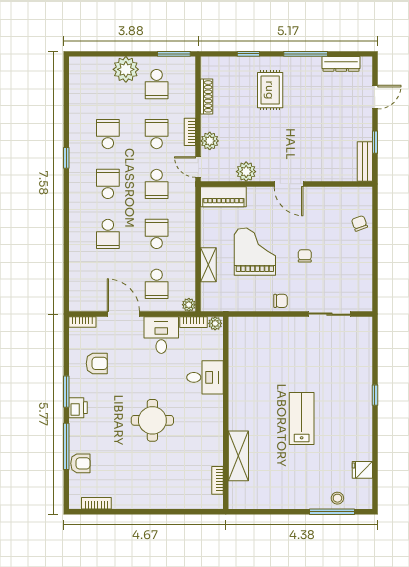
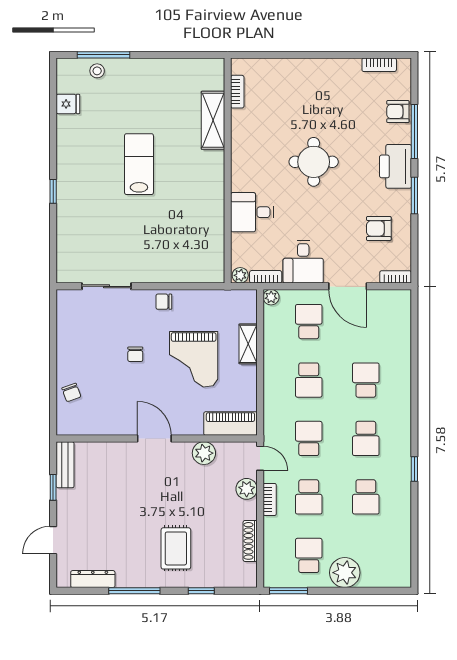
printer: (78, 408) -> (396, 166), width x1.87, depth x1.48
lab bench: (302, 418) -> (139, 164), turned 180

